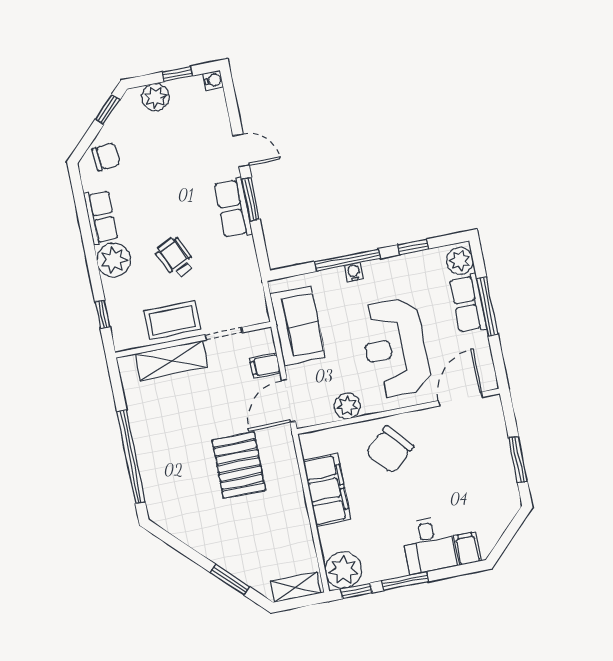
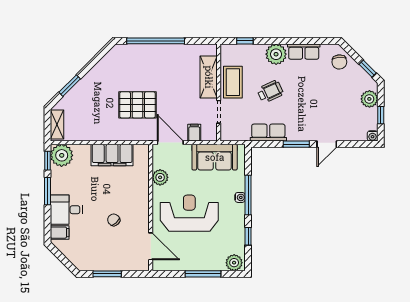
row of seats: (233, 208) -> (268, 133), moved
row of seats: (468, 304) -> (207, 263), removed
chair: (390, 450) -> (114, 220), moved, width x0.54, depth x0.54

